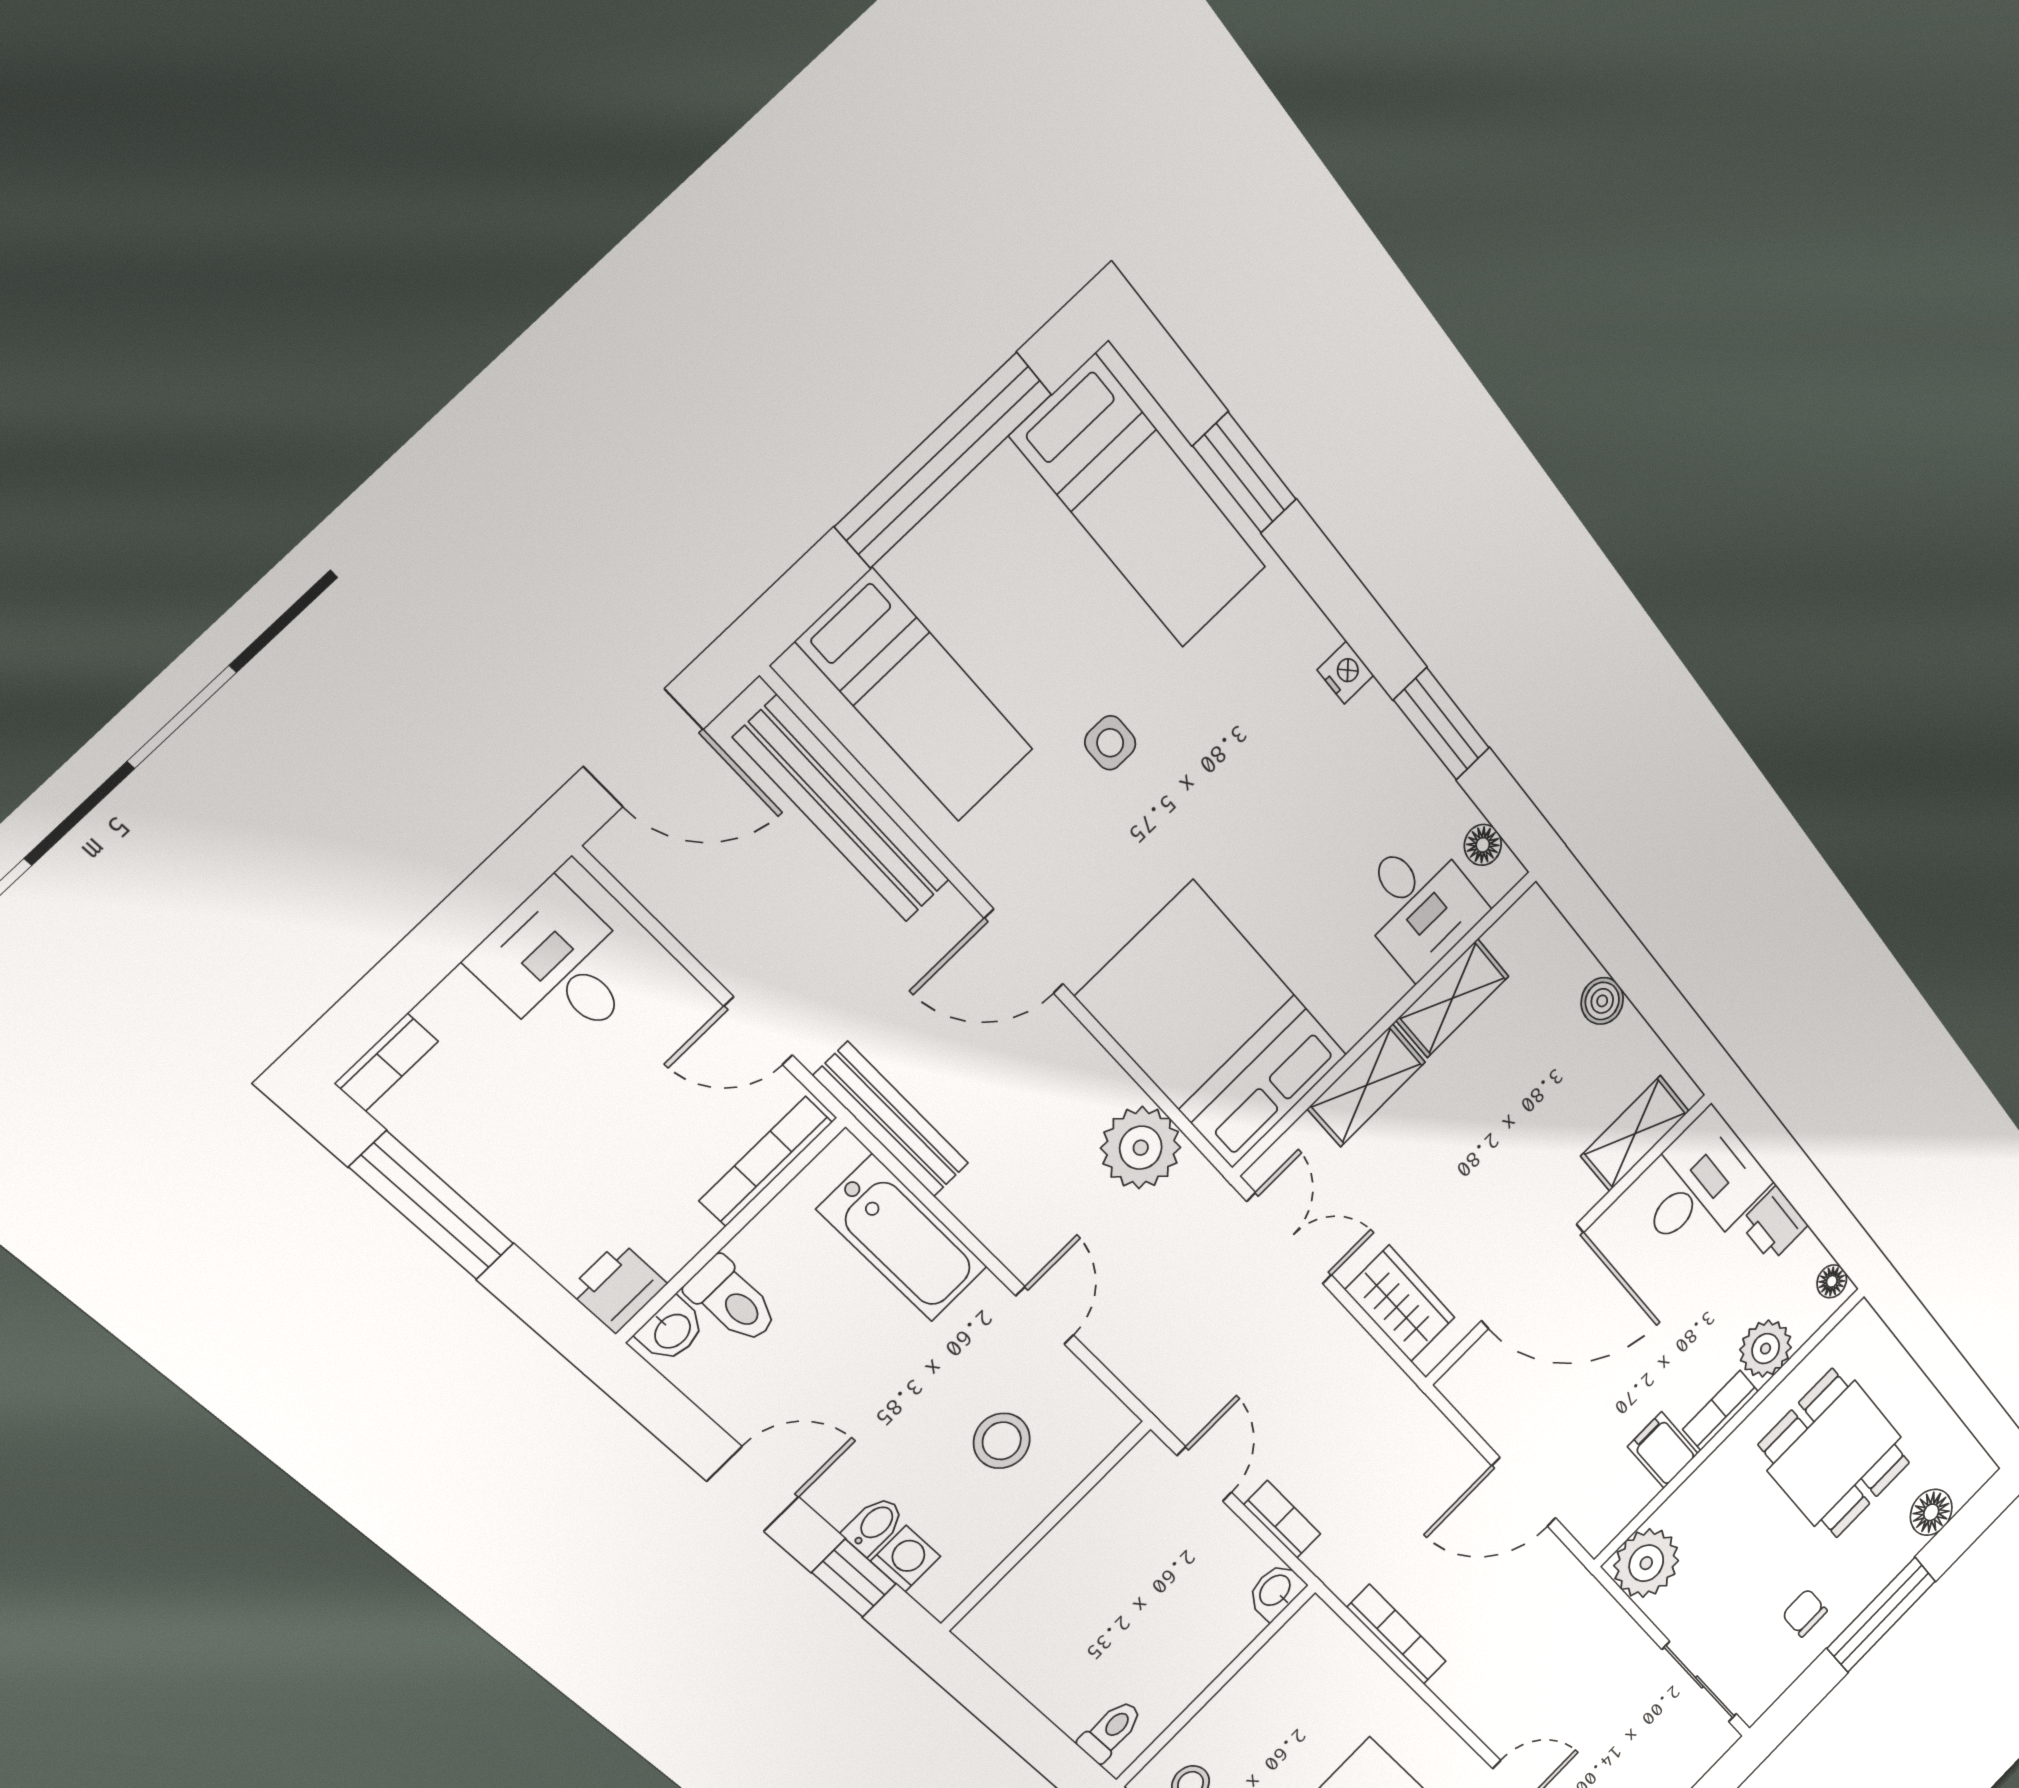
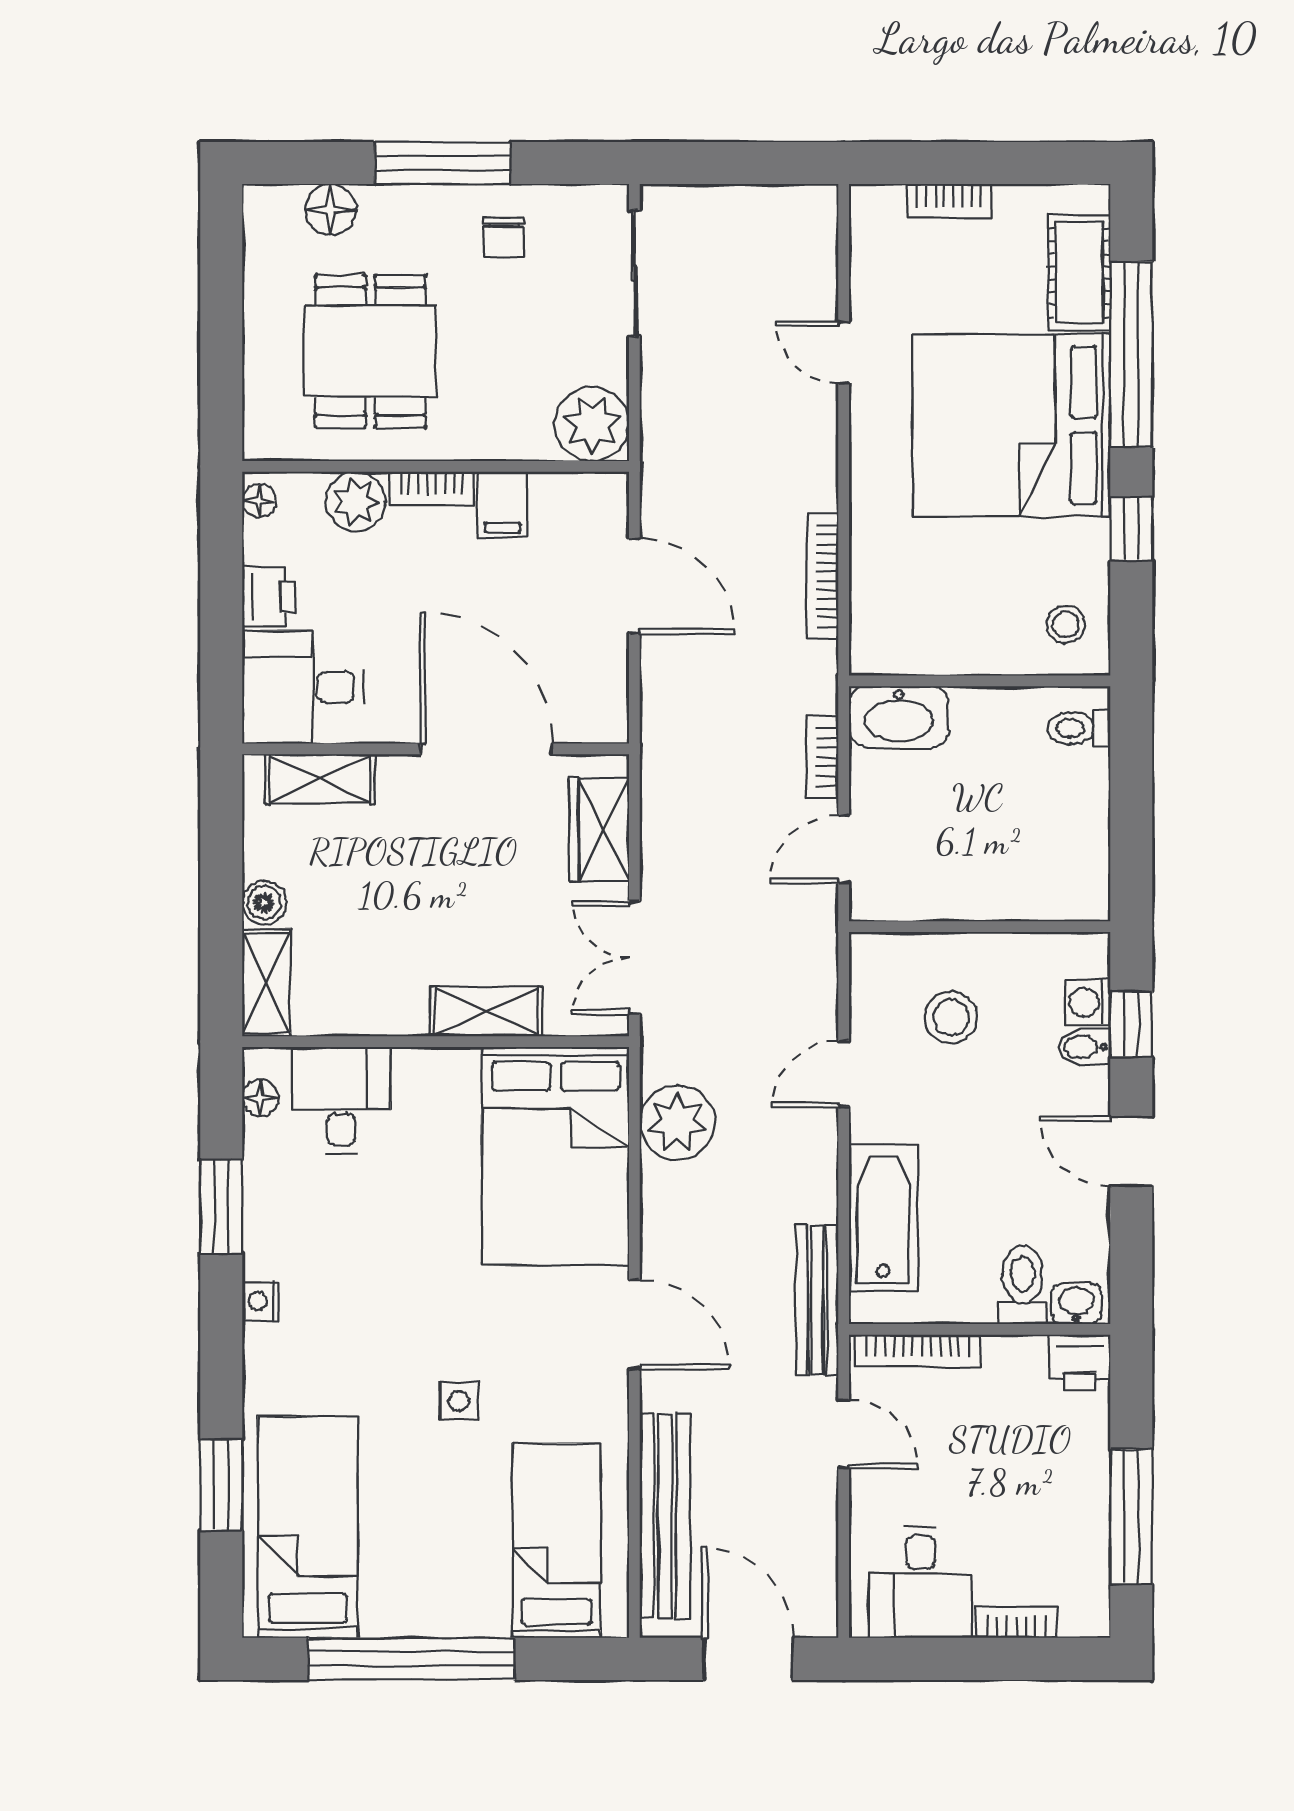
shelving: (1452, 998) -> (266, 983), moved, turned 90
bookcase: (386, 1062) -> (1016, 1622), moved
washbasin: (1276, 1591) -> (899, 717), width x1.91, depth x1.45

